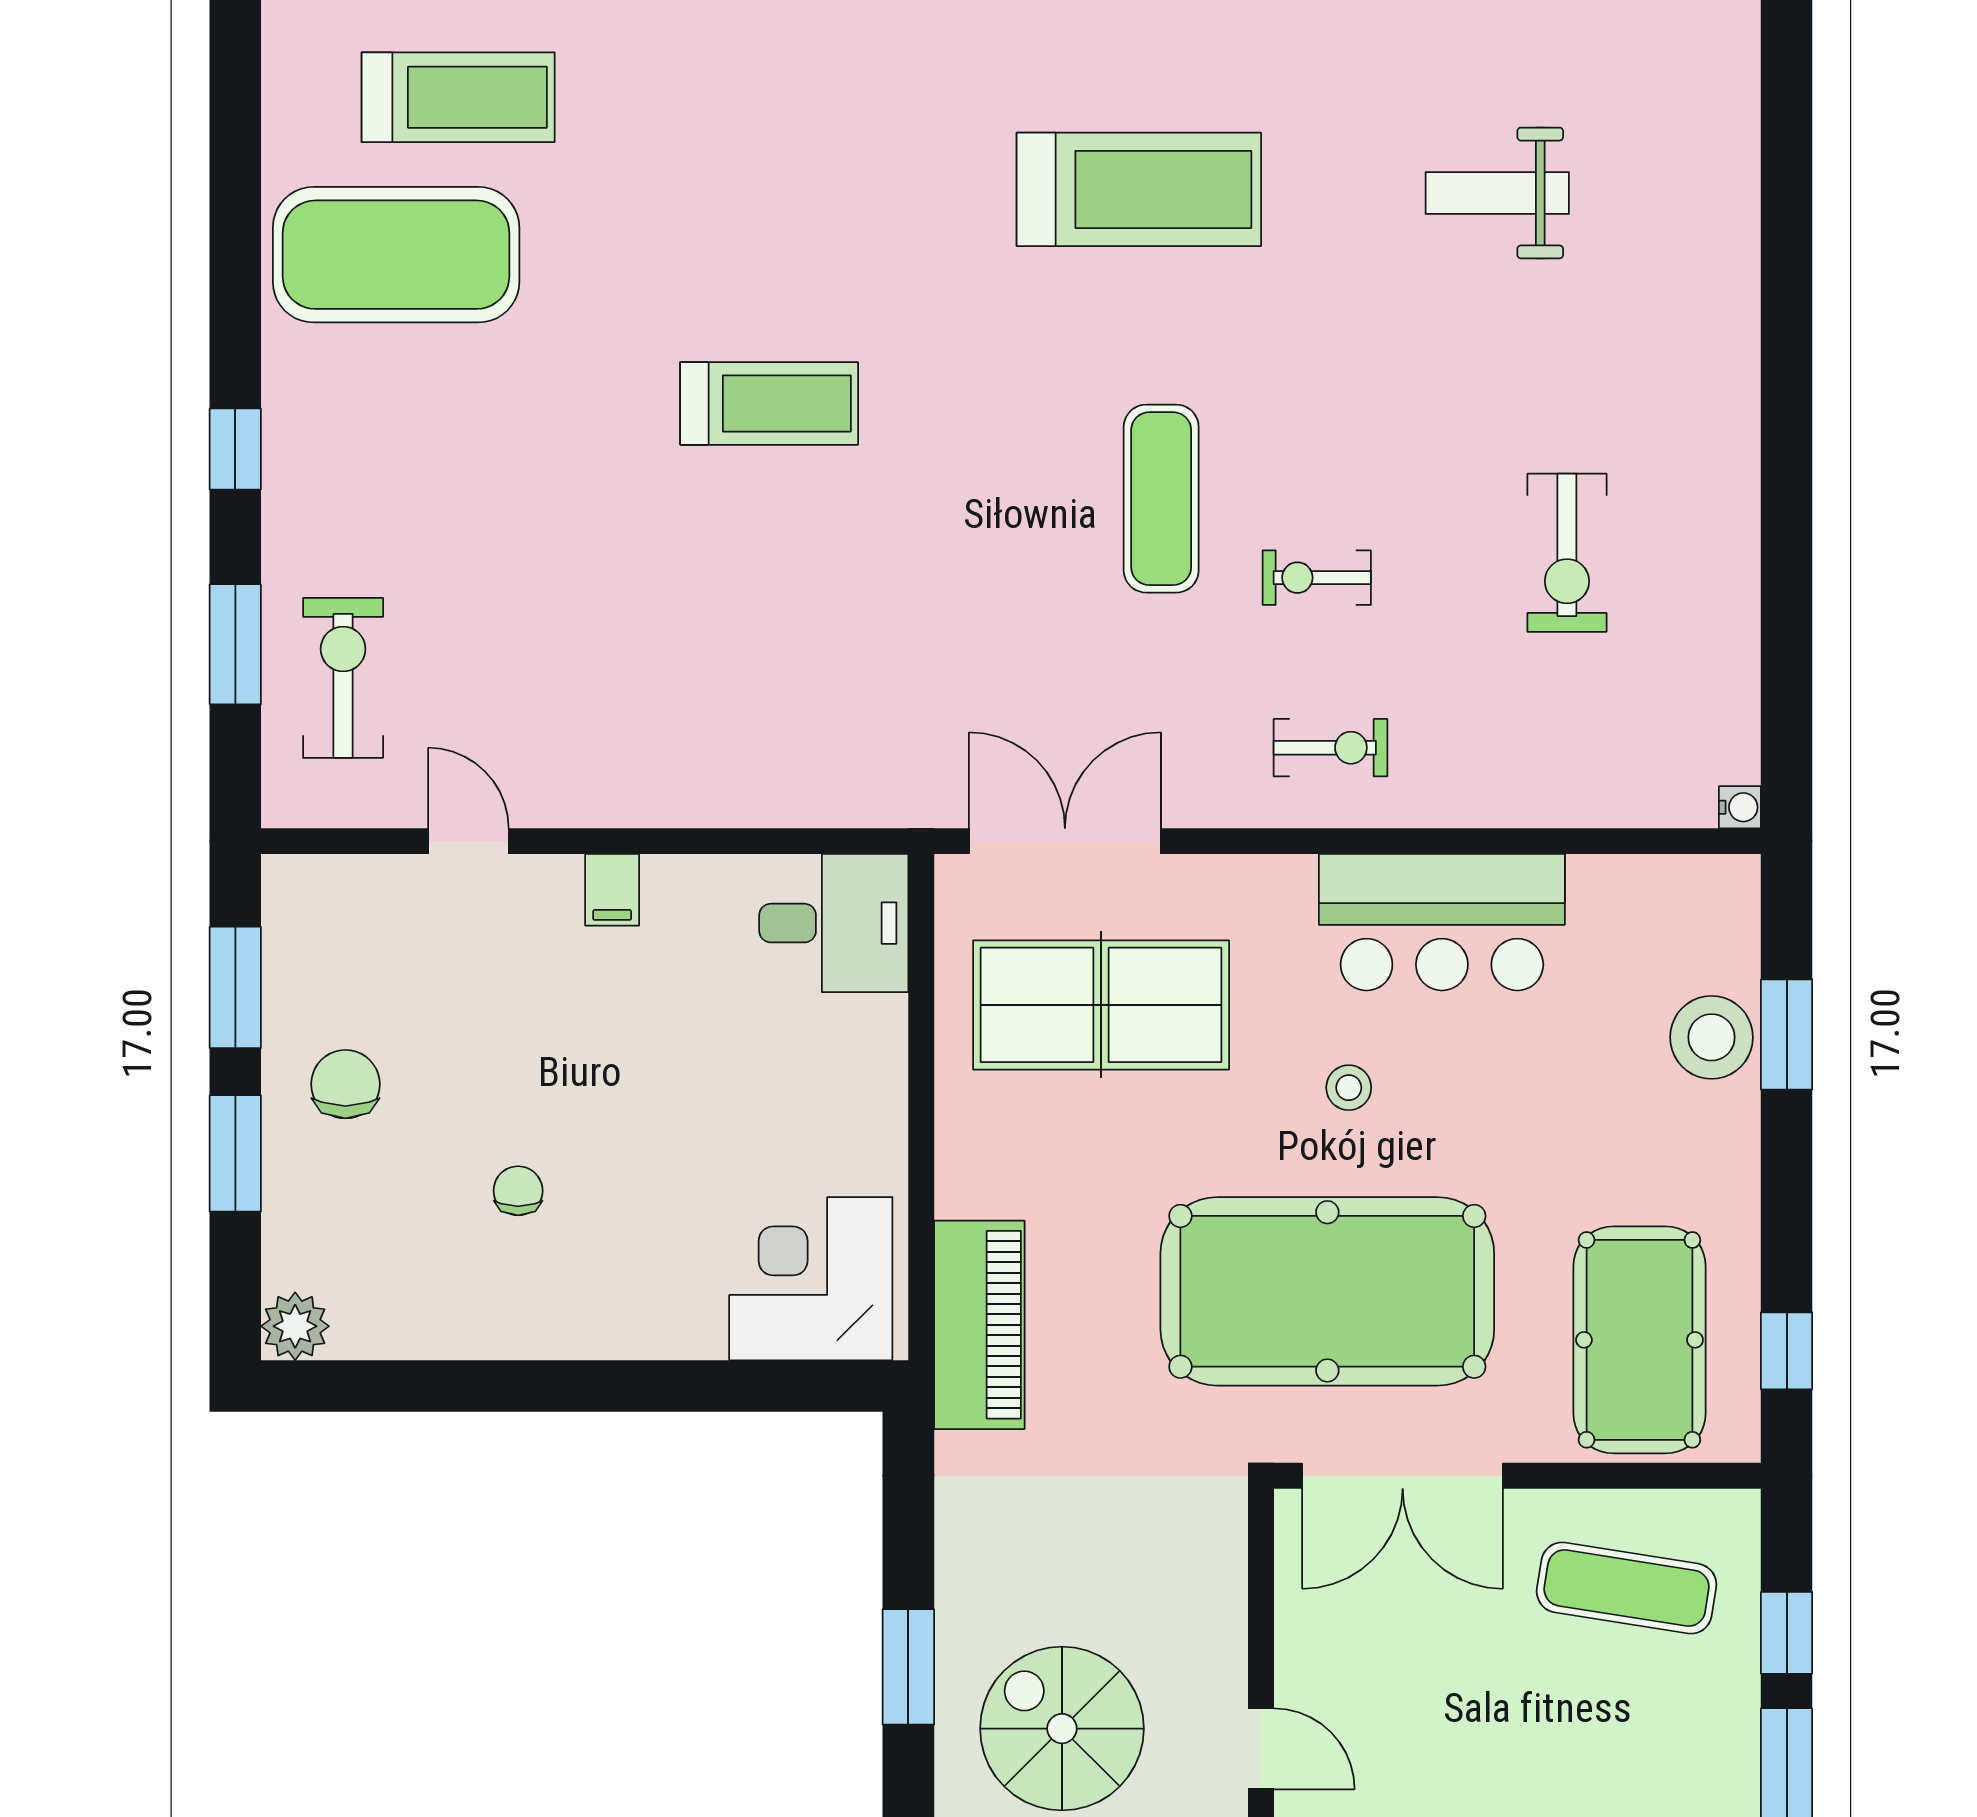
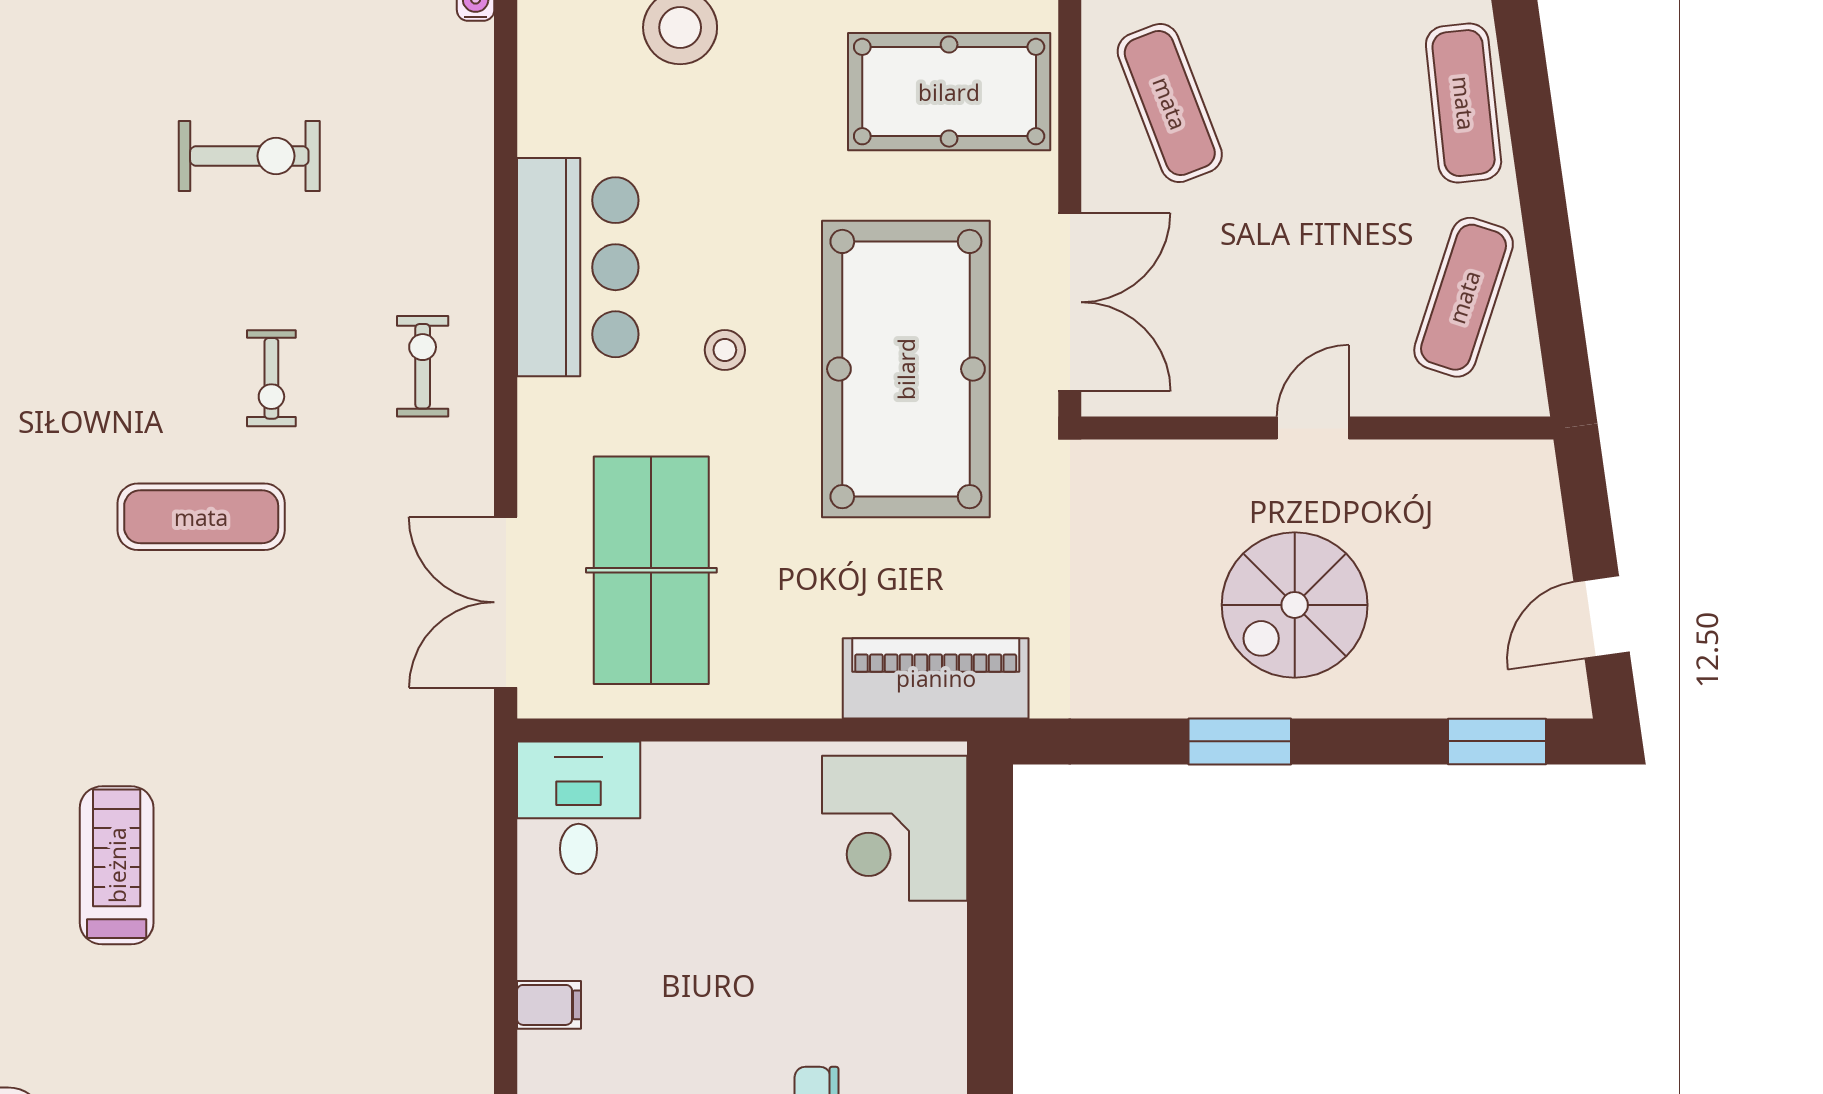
exercise mat: (1627, 1588) -> (1170, 103), turned -30

